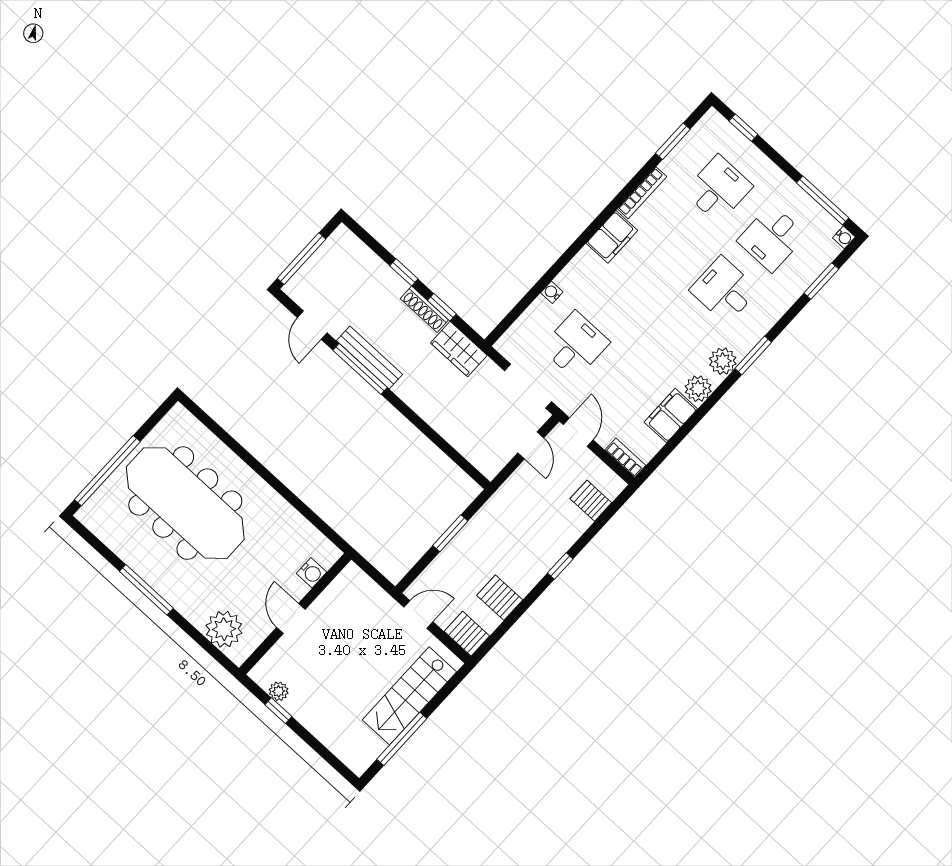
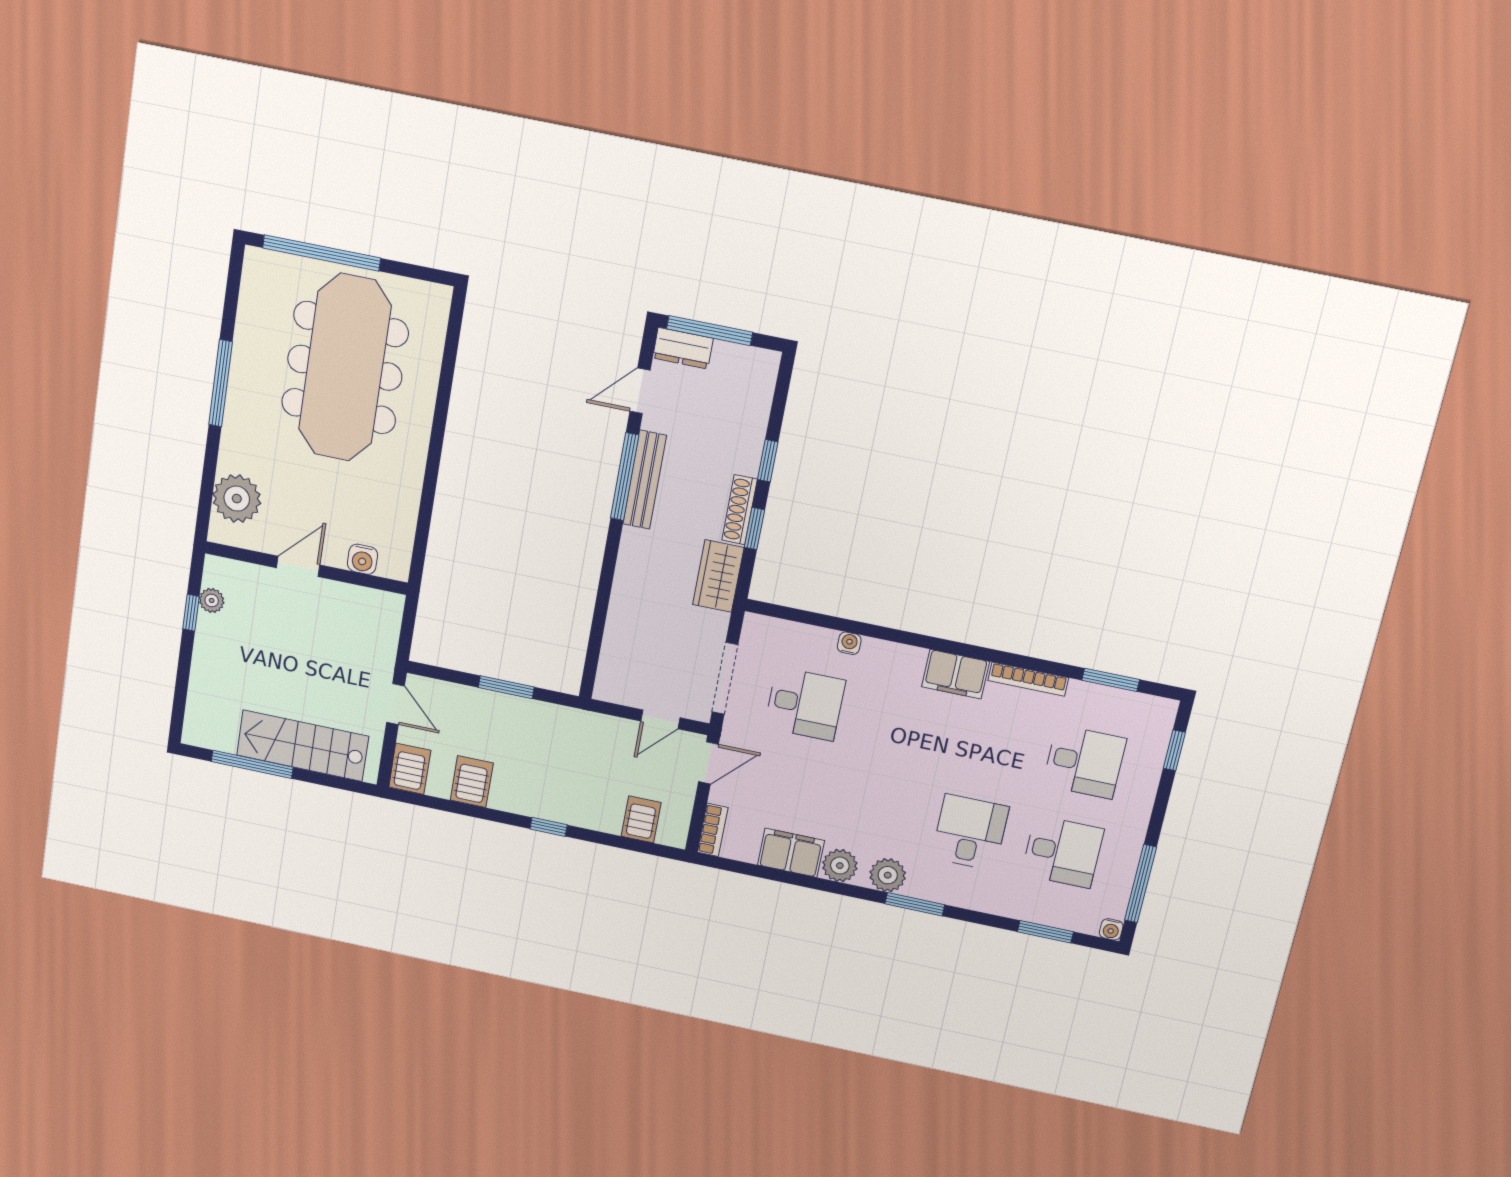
desk: (772, 238) -> (1063, 852), turned 180
dresser: (302, 282) -> (683, 348), added

